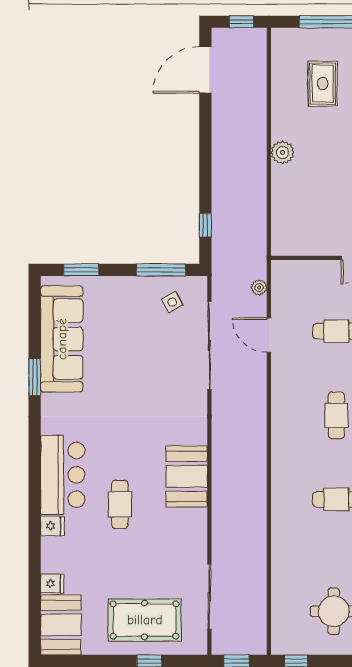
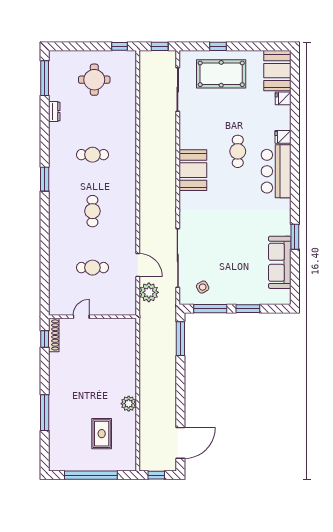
plant: (282, 152) -> (129, 404), moved
window: (205, 225) -> (180, 339), width x2.17
window: (81, 270) -> (248, 309), moved
plant: (259, 287) -> (149, 292), width x1.87, depth x1.87
sofa: (62, 339) -> (280, 262), width x0.74, depth x0.79

